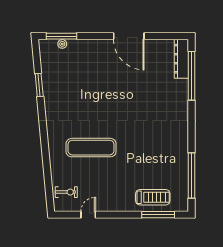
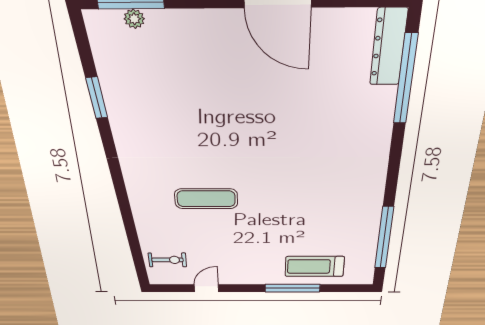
exercise mat: (91, 148) -> (206, 199), width x0.73, depth x0.69
treadmill: (153, 197) -> (315, 266), turned 180
window: (158, 215) -> (292, 288), moved

